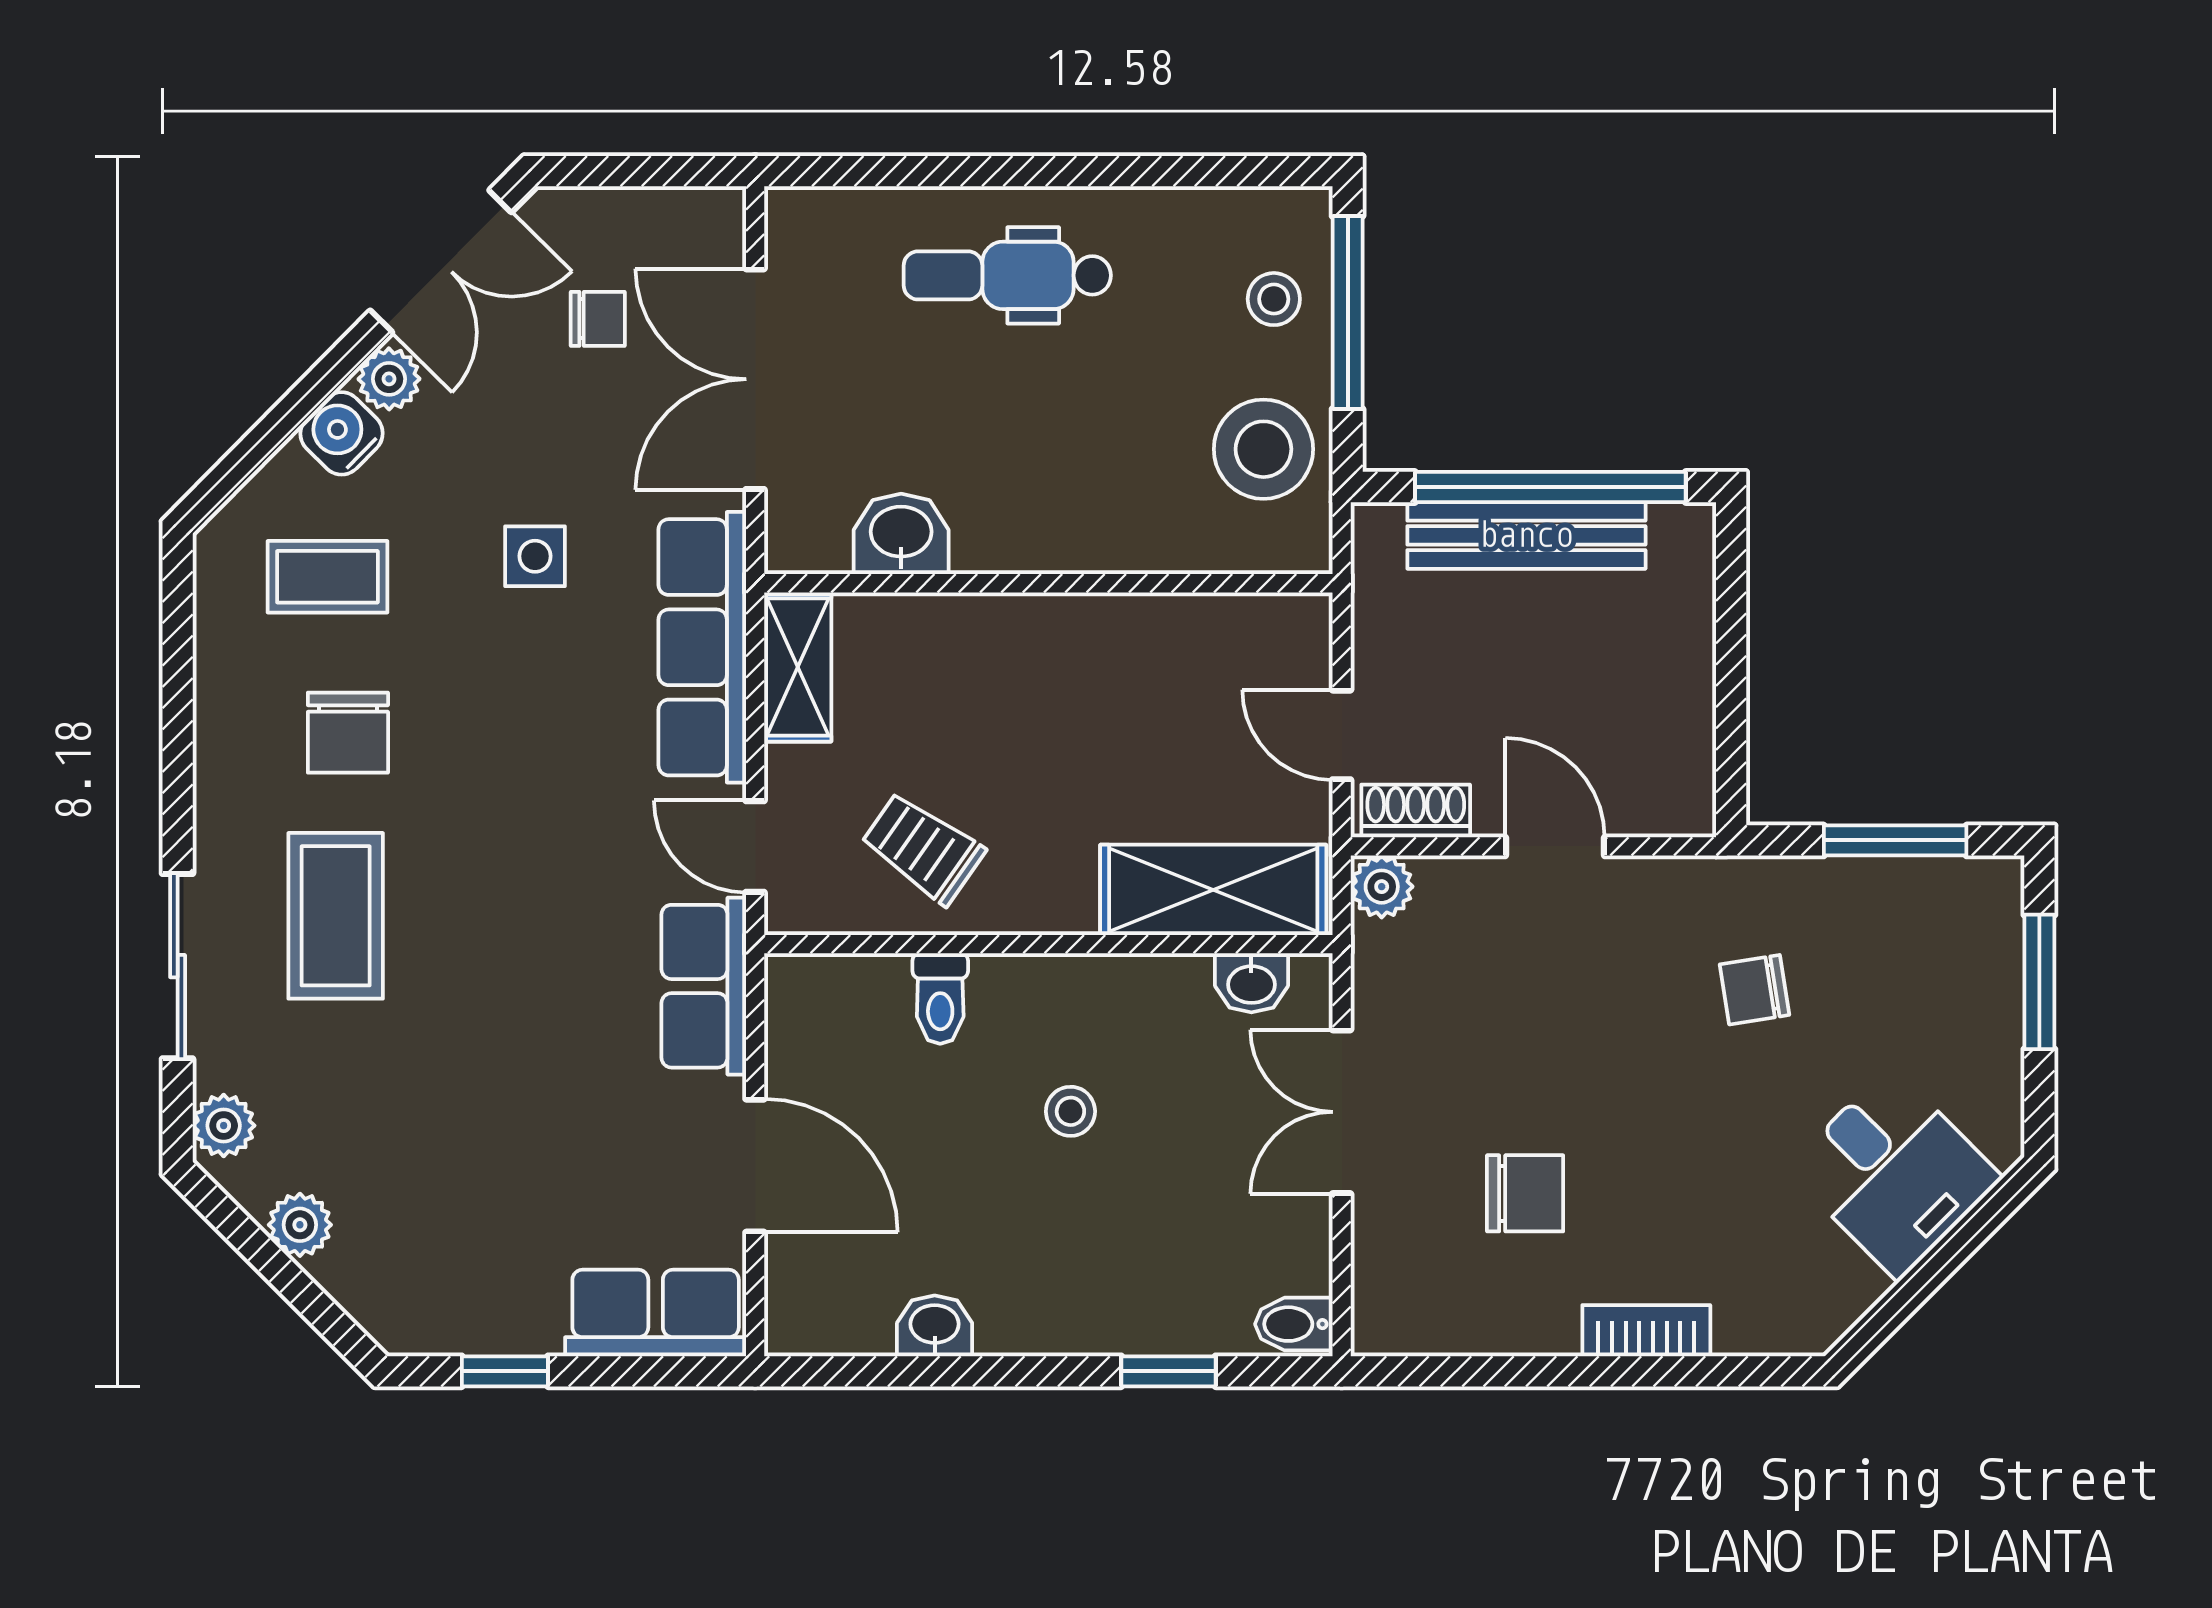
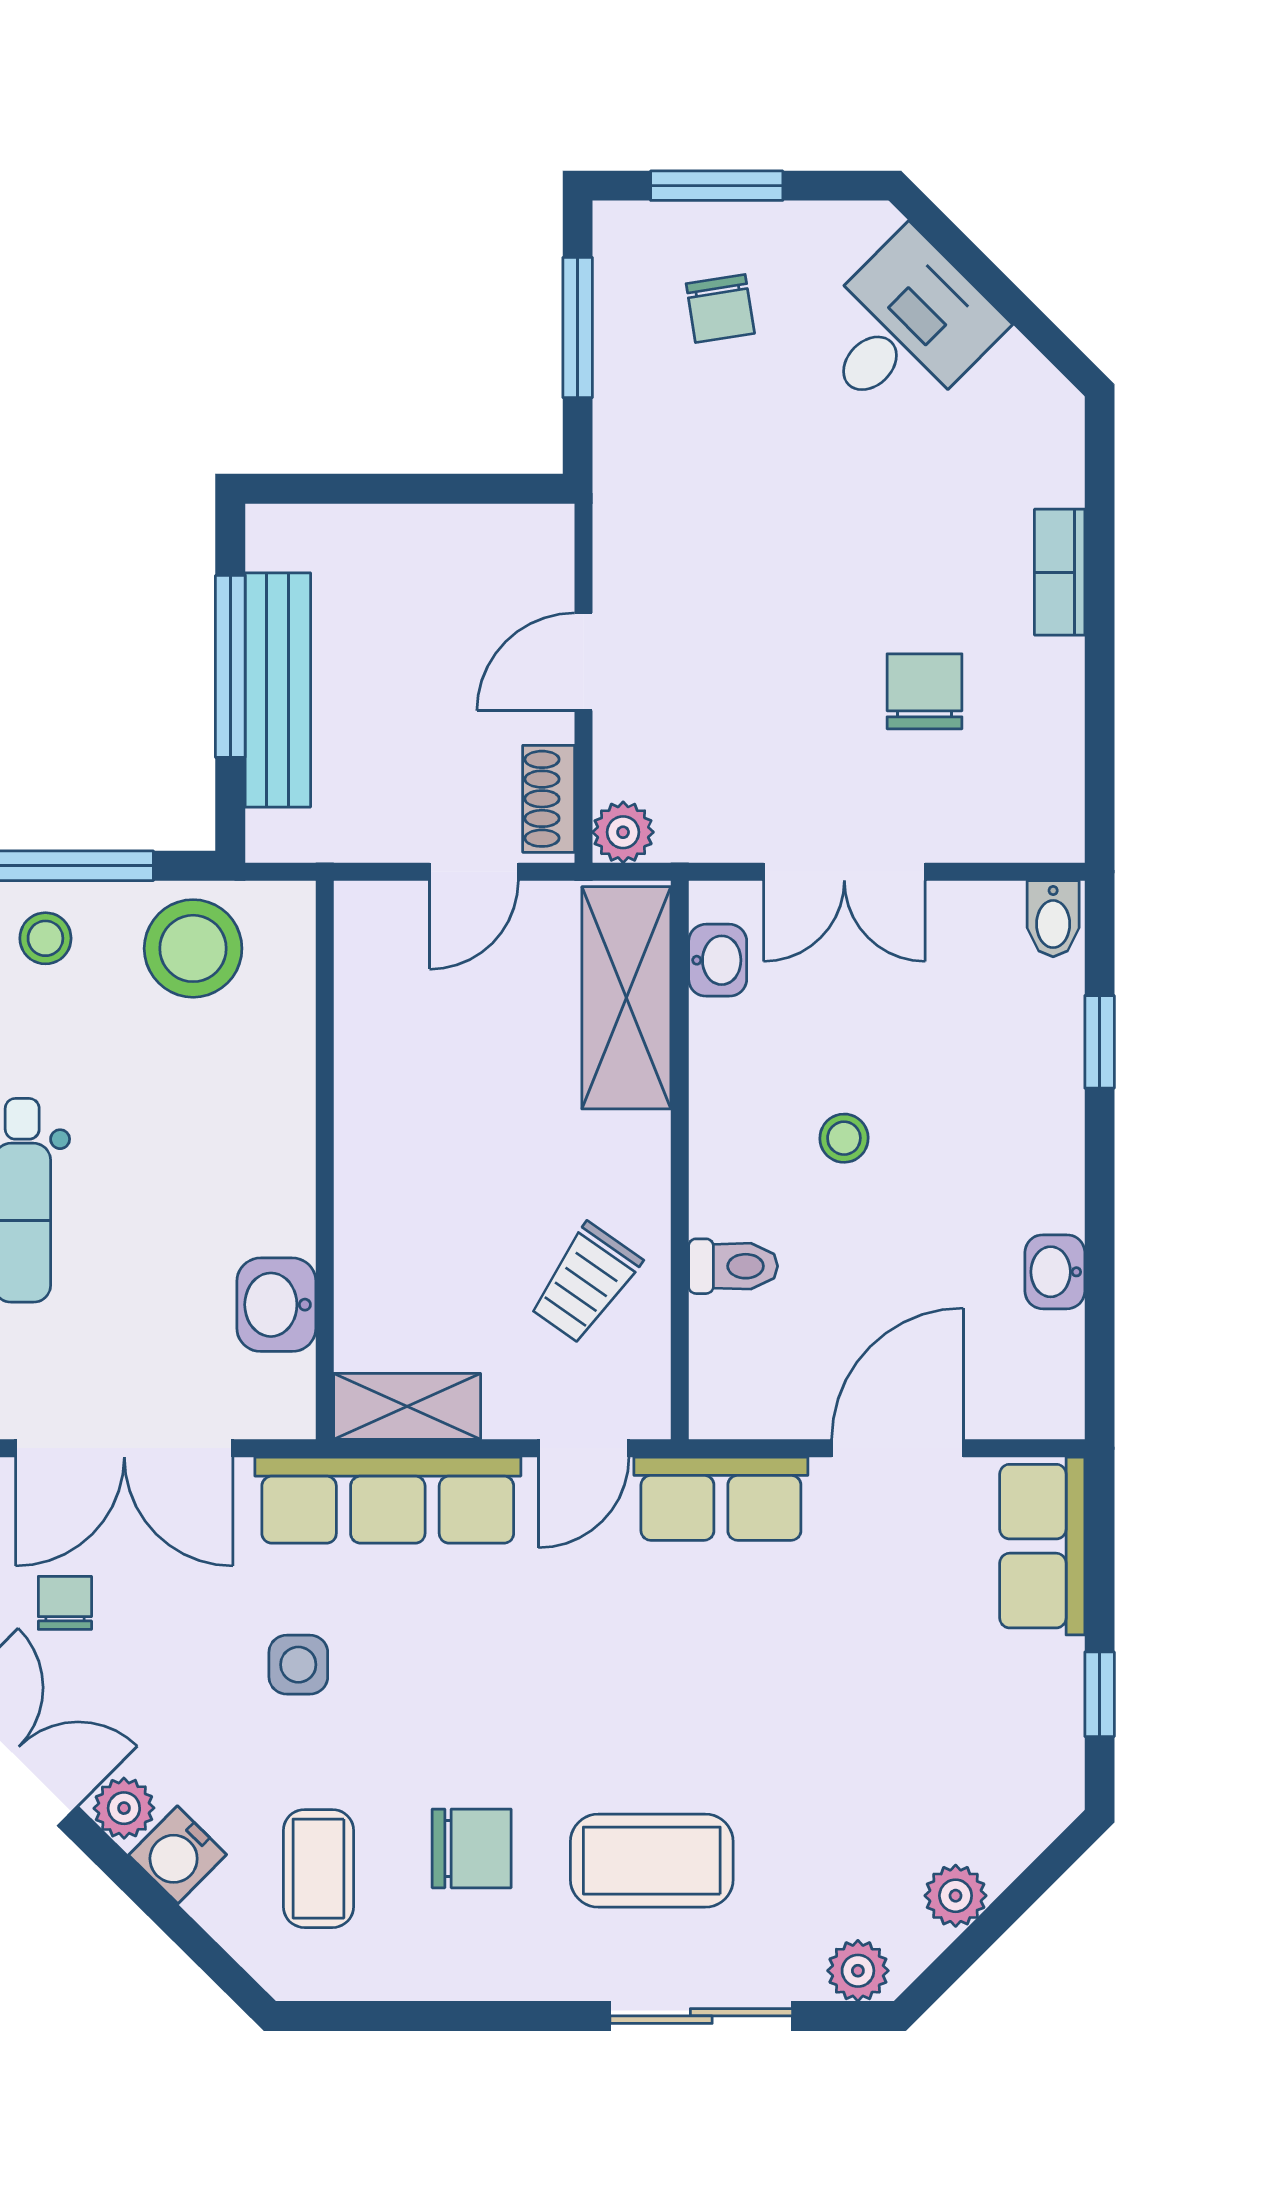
window: (1550, 487) -> (230, 666), width x0.68
chair: (1755, 990) -> (720, 309), moved

